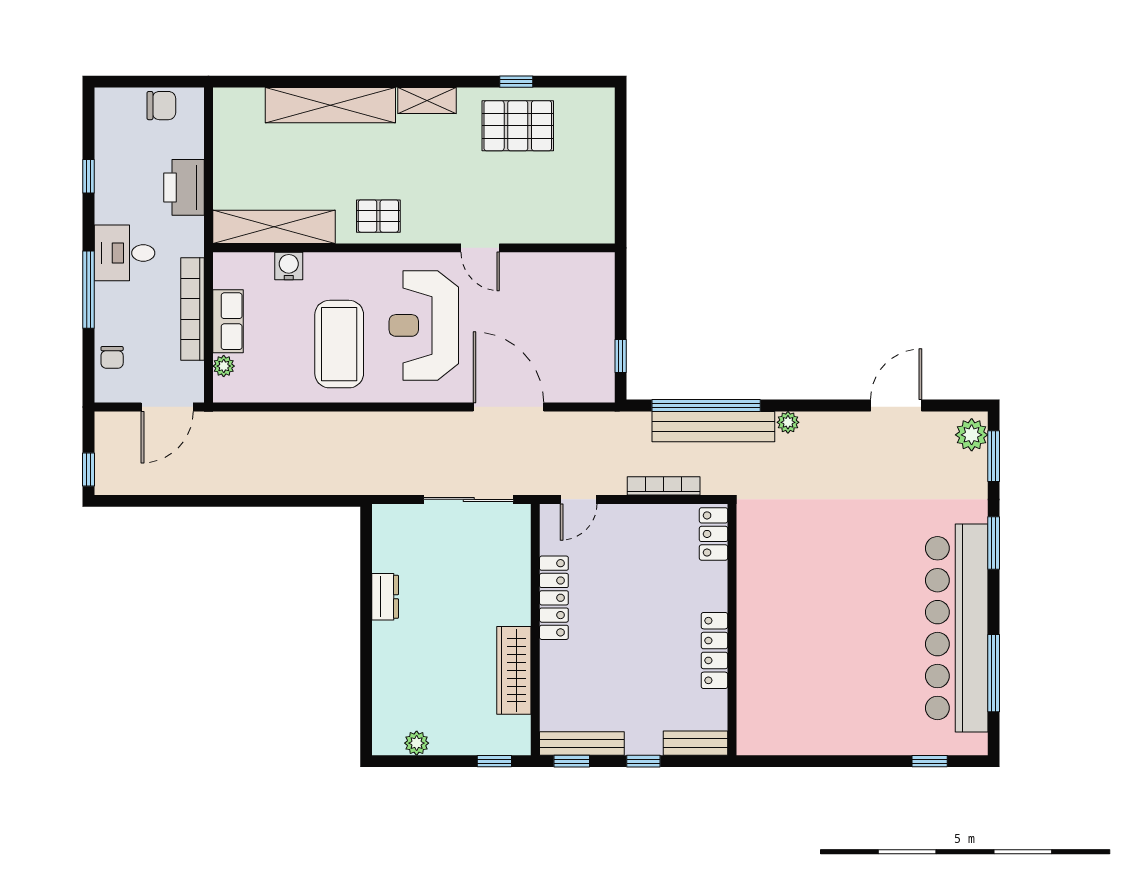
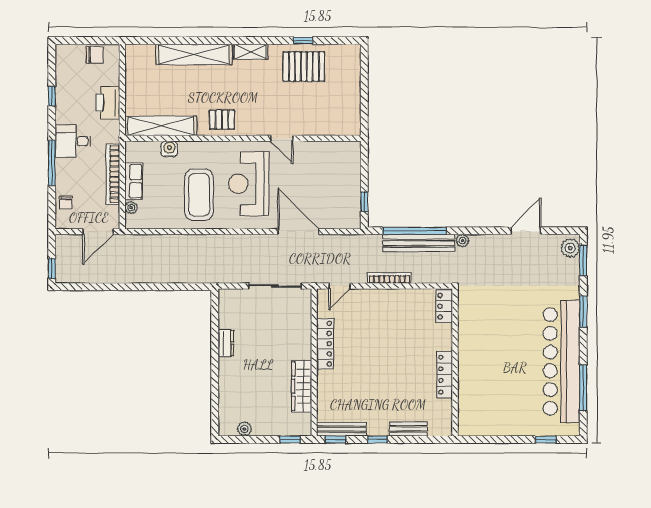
locker: (714, 534) -> (444, 306), moved
wall: (732, 630) -> (455, 362), moved
locker: (714, 650) -> (445, 375), moved

